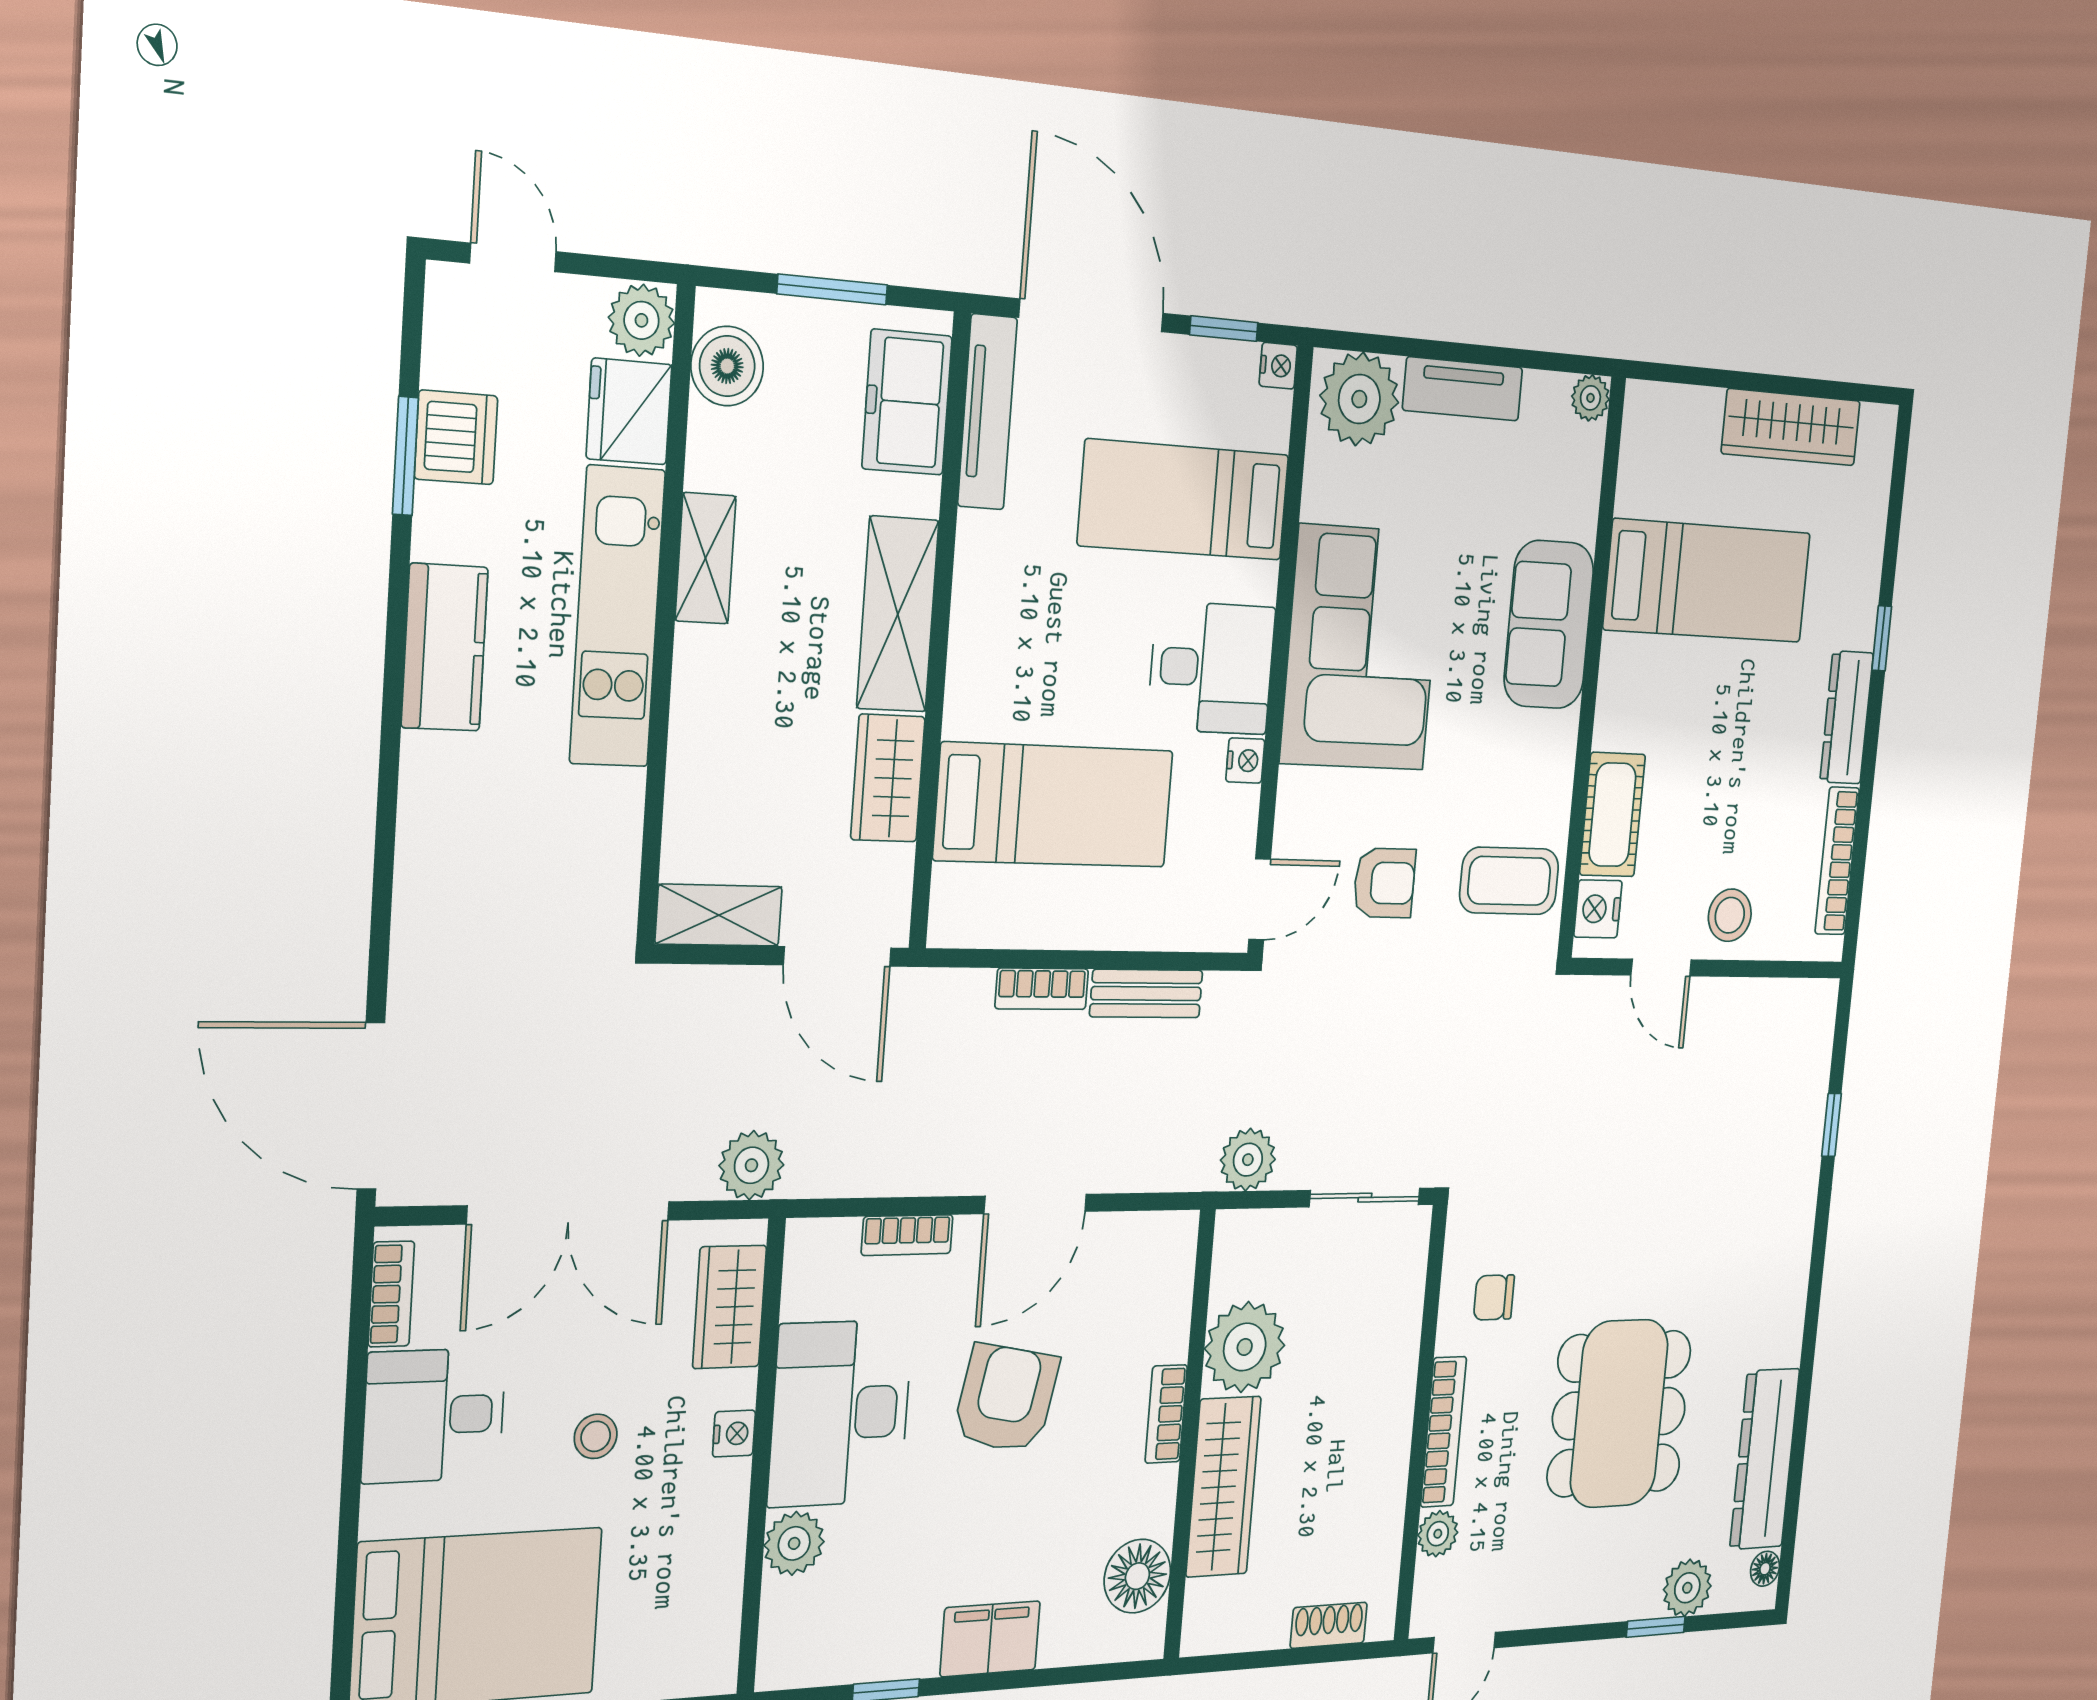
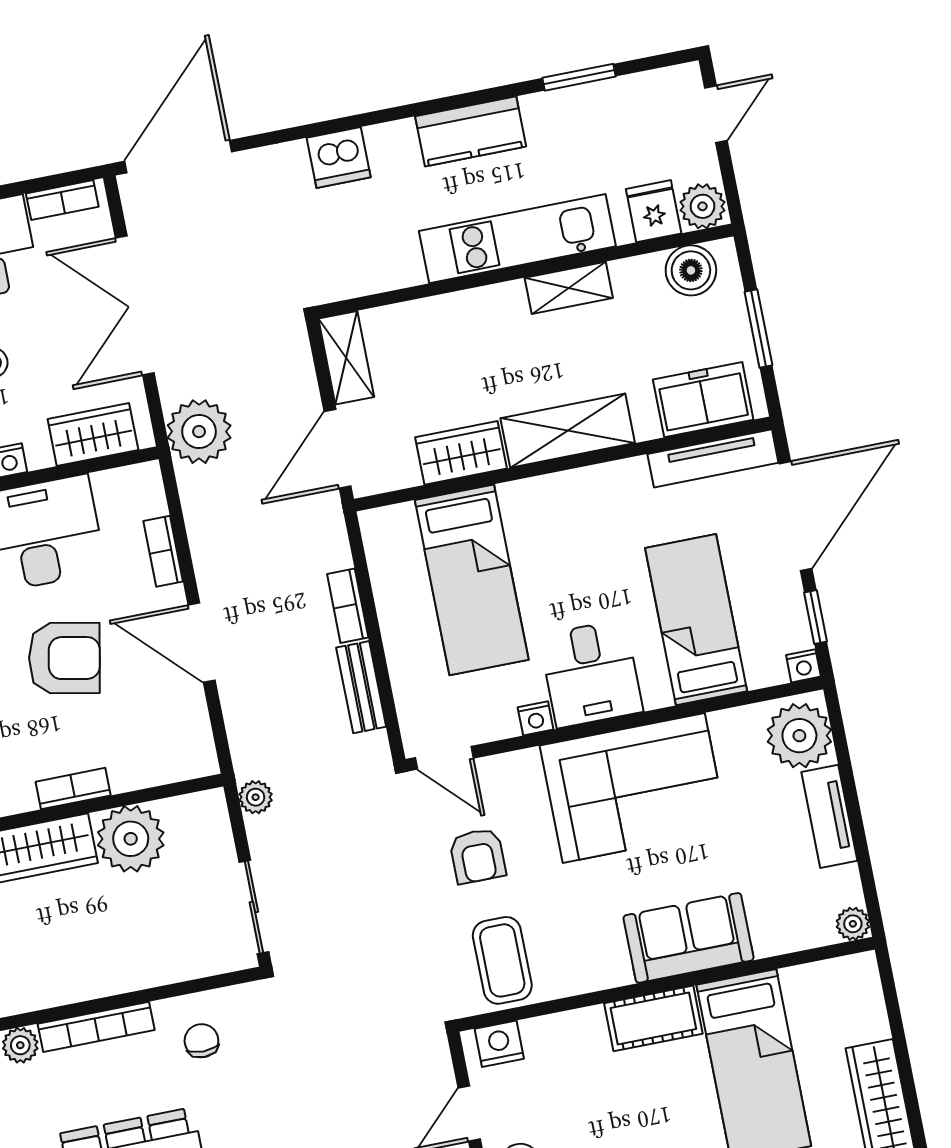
fridge: (629, 412) -> (654, 211), width x0.72
dishwasher: (456, 437) -> (339, 158), moved
cot: (1612, 815) -> (653, 1018), moved
plant: (1248, 1160) -> (256, 797), width x0.73, depth x0.73
plant: (751, 1165) -> (199, 432), width x1.36, depth x1.36

